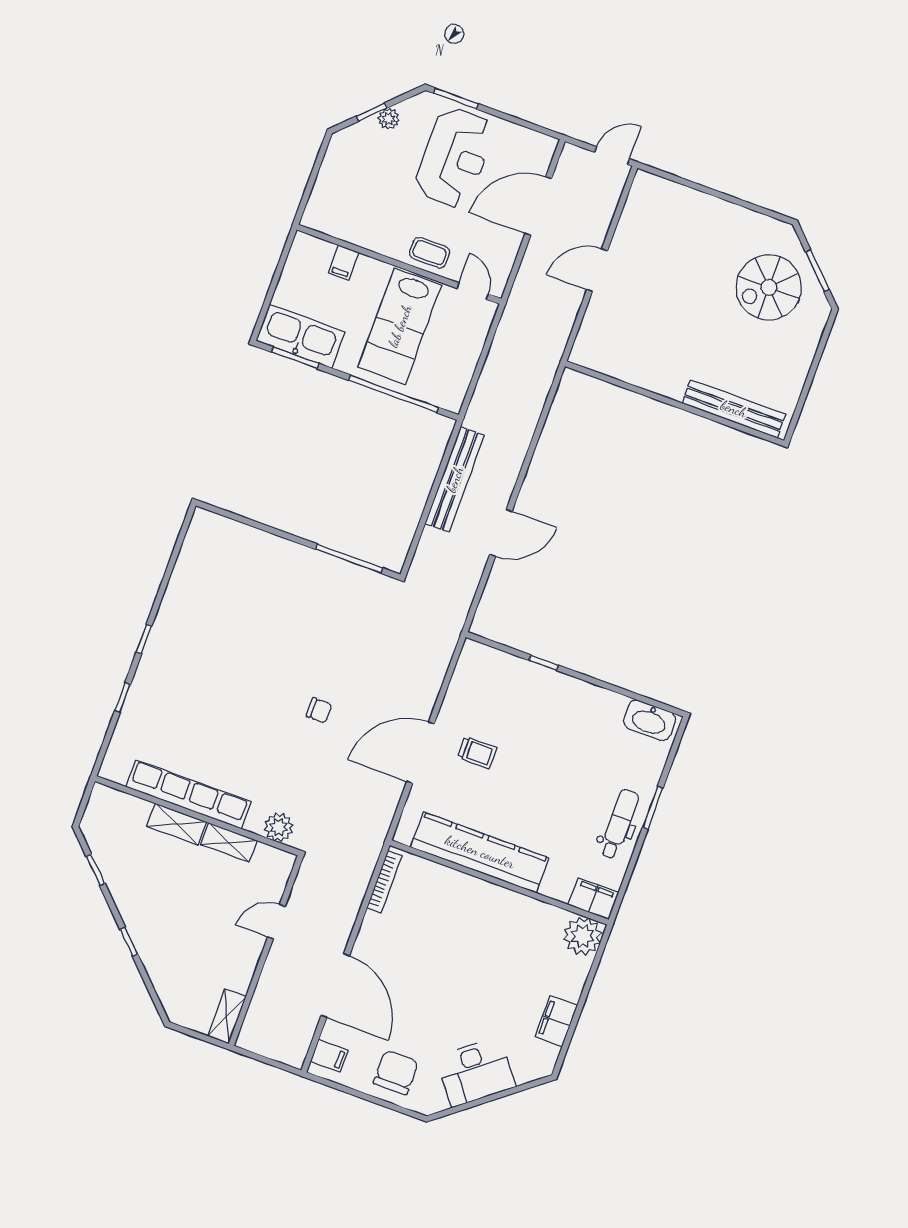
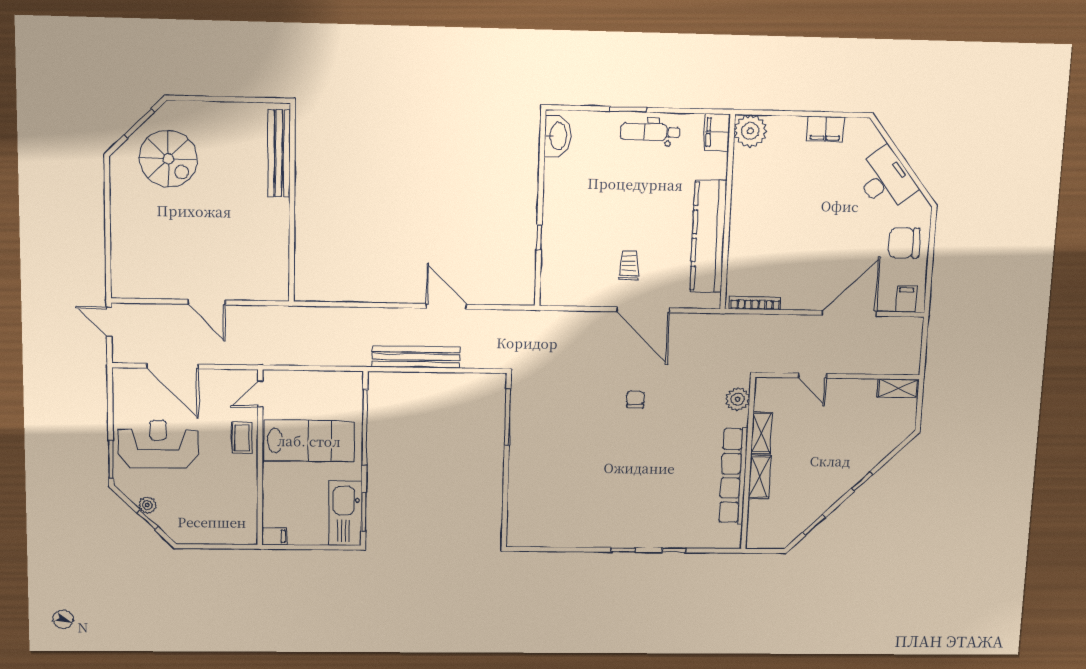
filing cabinet: (344, 262) -> (274, 536), moved

